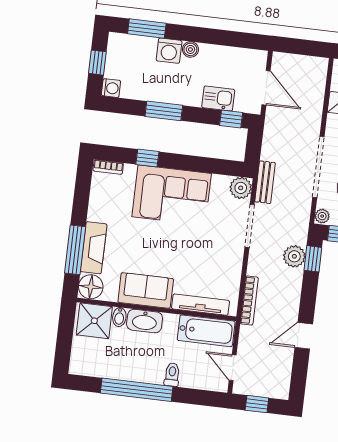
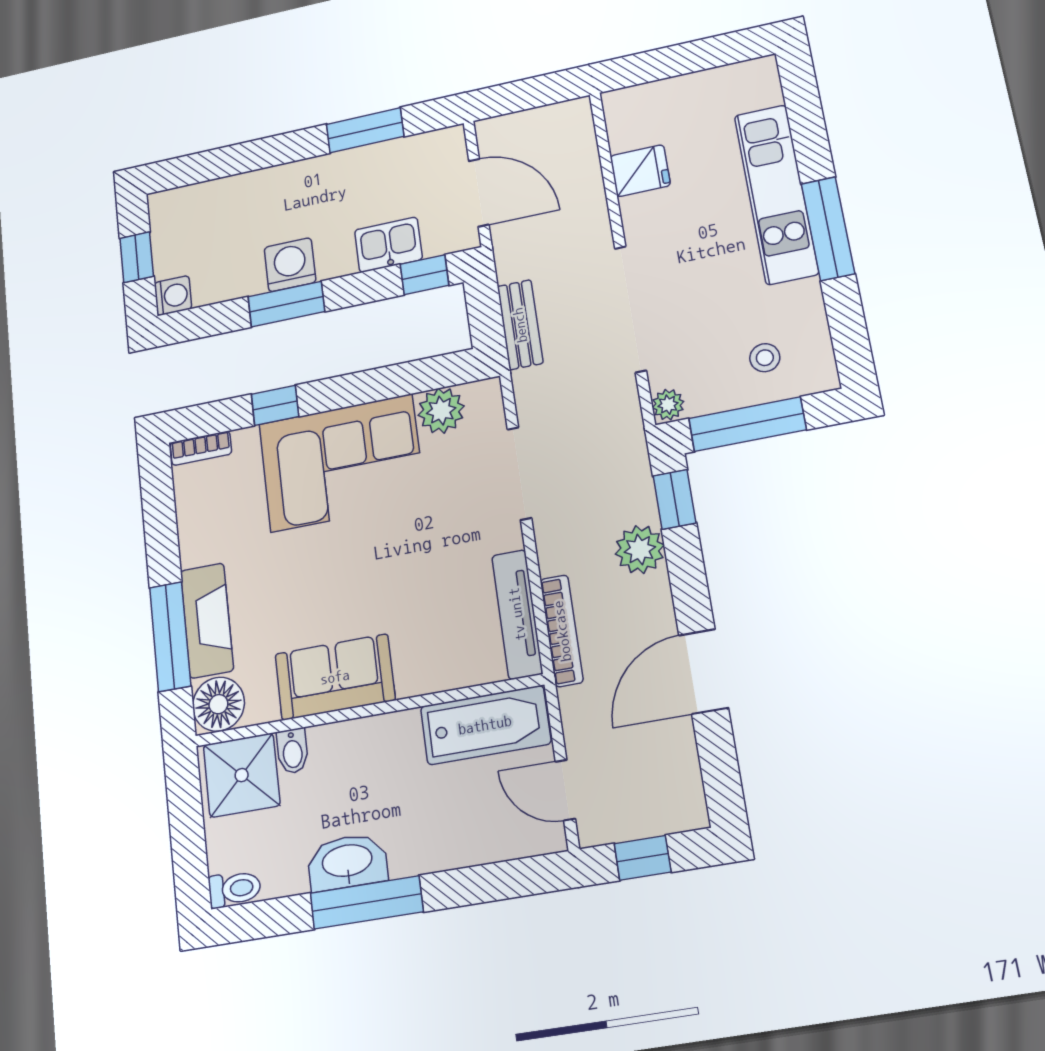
window: (147, 29) -> (365, 130), moved
boiler: (190, 49) -> (310, 173), removed
washing machine: (169, 51) -> (290, 265), moved, turned 180
bench: (265, 182) -> (520, 325), moved
plant: (241, 188) -> (441, 411), moved
plant: (294, 256) -> (640, 550), moved
tv unit: (201, 305) -> (517, 614), moved, turned -90
washbasin: (145, 321) -> (347, 862), moved, turned 180
door: (304, 336) -> (703, 671), width x1.38
toilet: (172, 375) -> (235, 889), moved, turned 90
window: (137, 390) -> (367, 902), width x0.68

